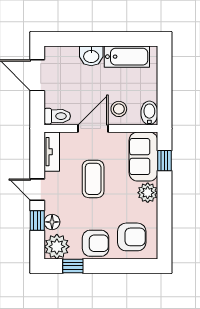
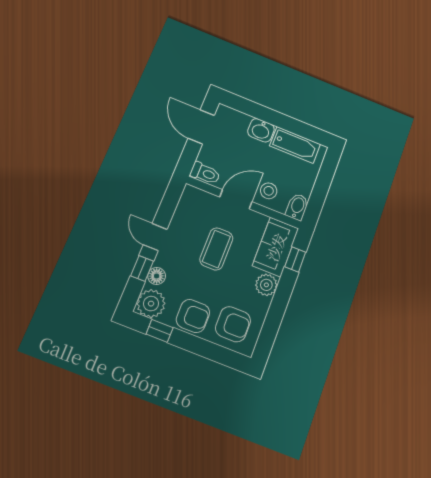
tv unit: (52, 152) -> (185, 205), removed

